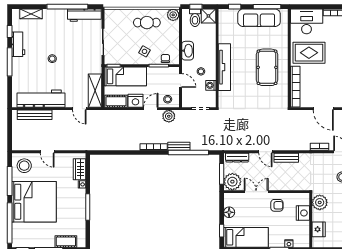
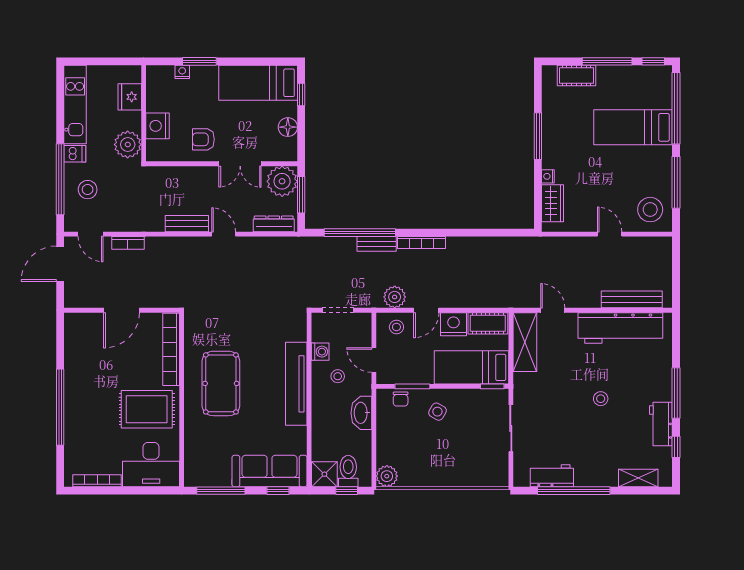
workbench: (84, 15) -> (552, 476), width x0.73
sofa: (259, 18) -> (269, 471), moved
cafe table: (147, 23) -> (433, 463), removed
door: (323, 109) -> (122, 310), swing flipped
bed: (34, 202) -> (633, 127), width x0.49

